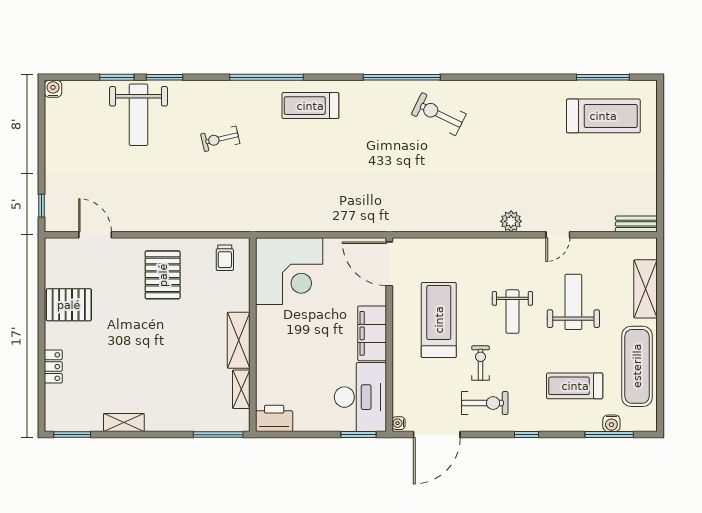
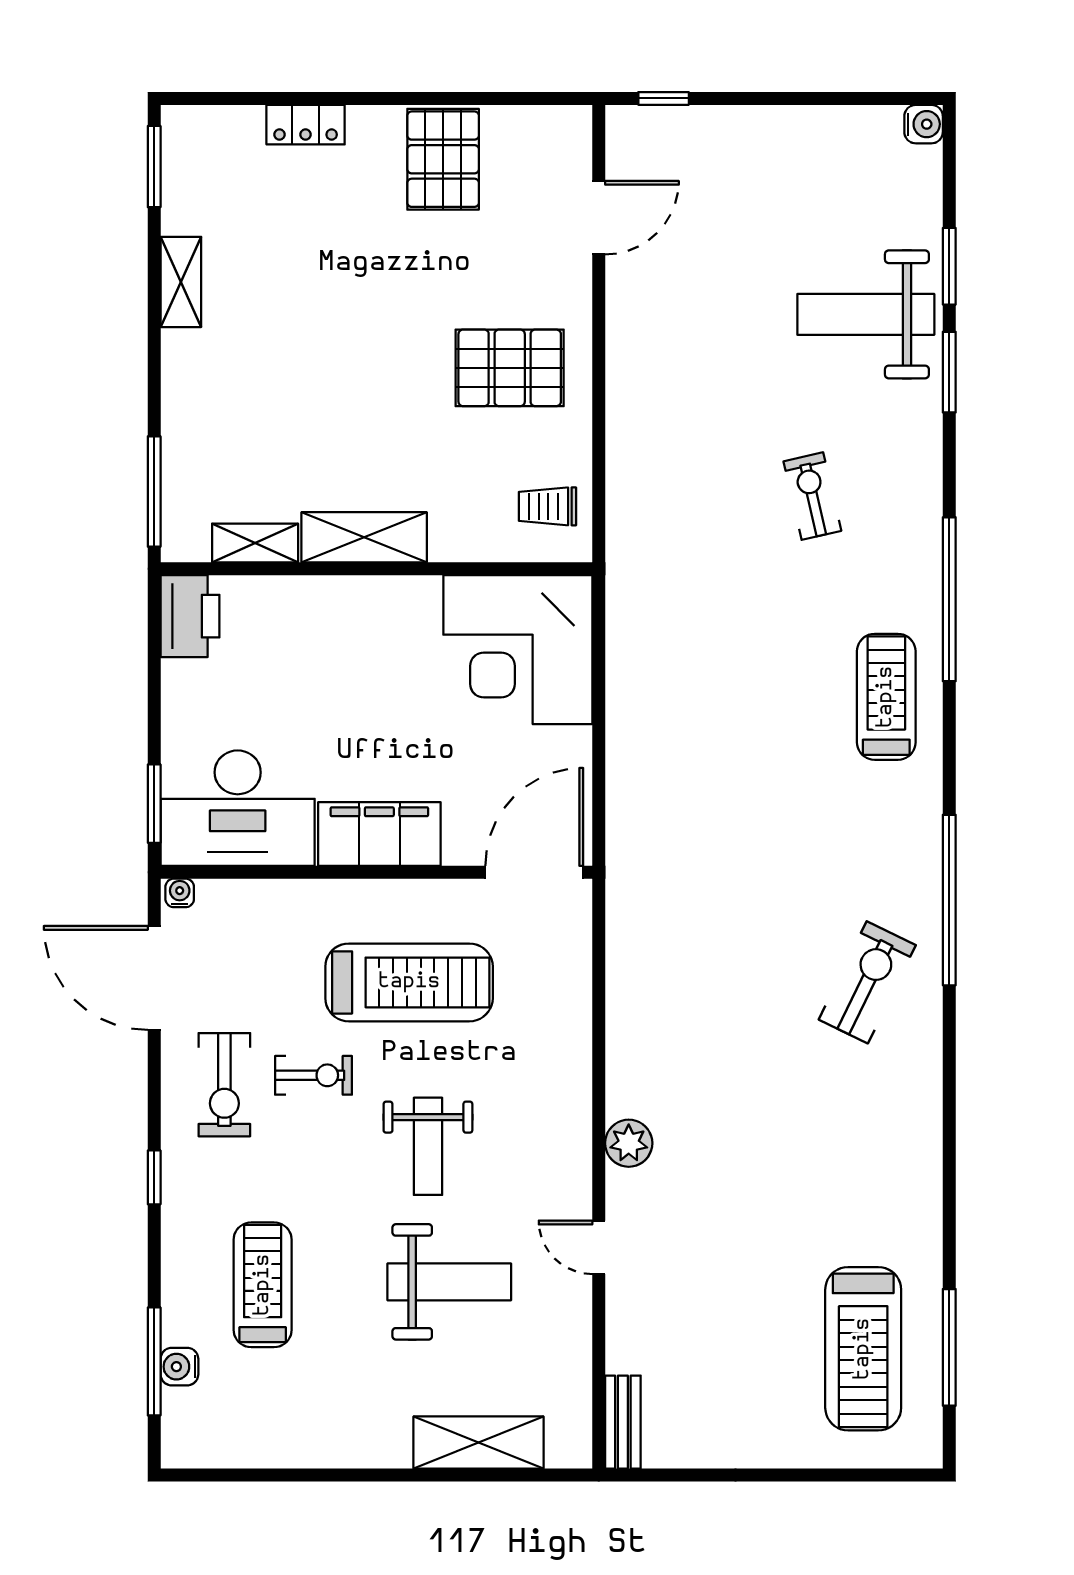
weight bench: (512, 312) -> (428, 1146), turned -90
exercise mat: (637, 366) -> (306, 1423), removed

